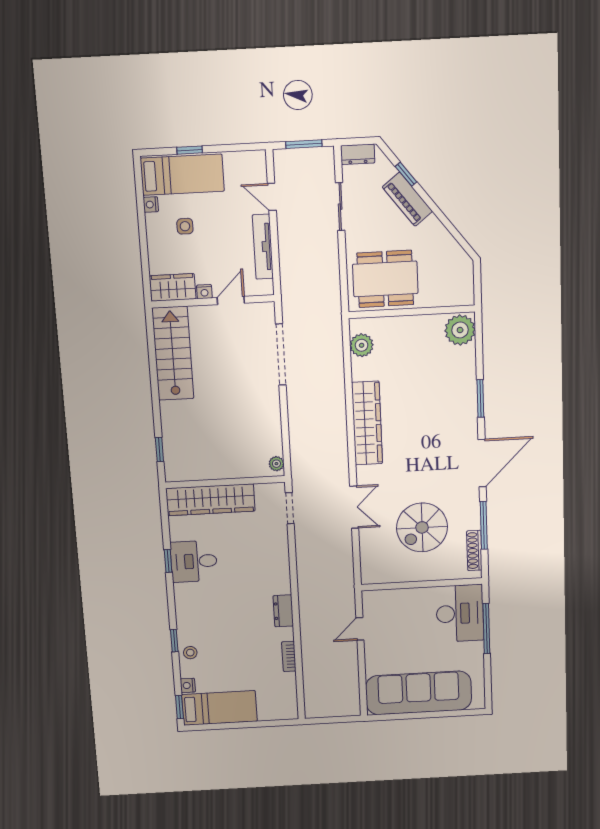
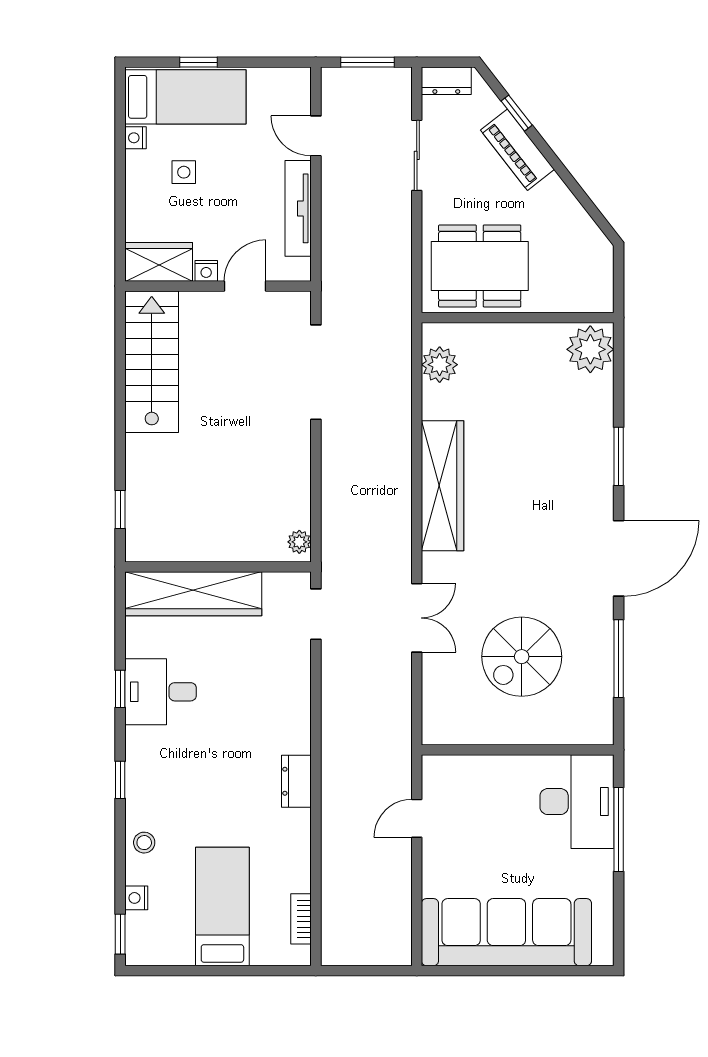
shoe rack: (474, 551) -> (603, 699), removed
window: (174, 641) -> (120, 780), moved
bookcase: (289, 656) -> (301, 919), moved
bed: (219, 708) -> (222, 907), moved, turned -90

